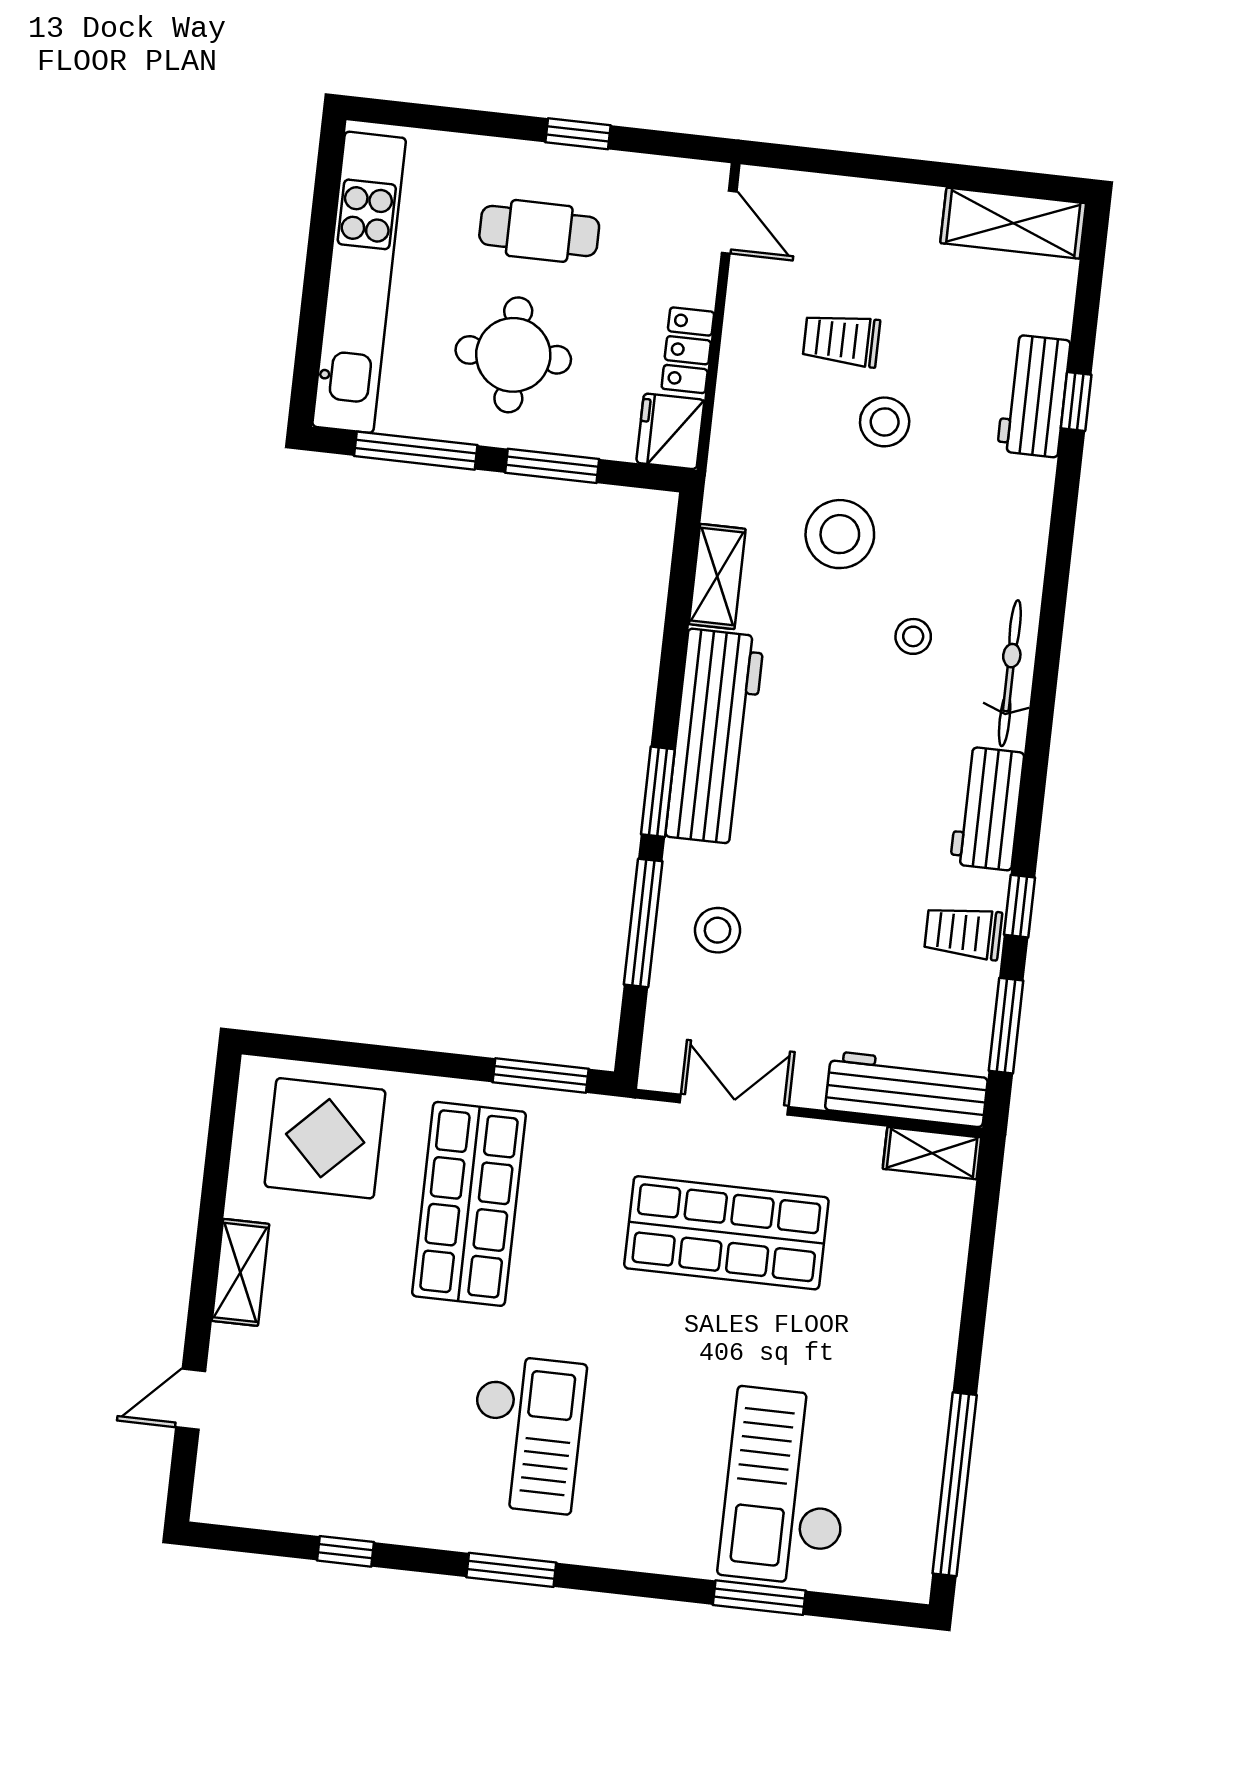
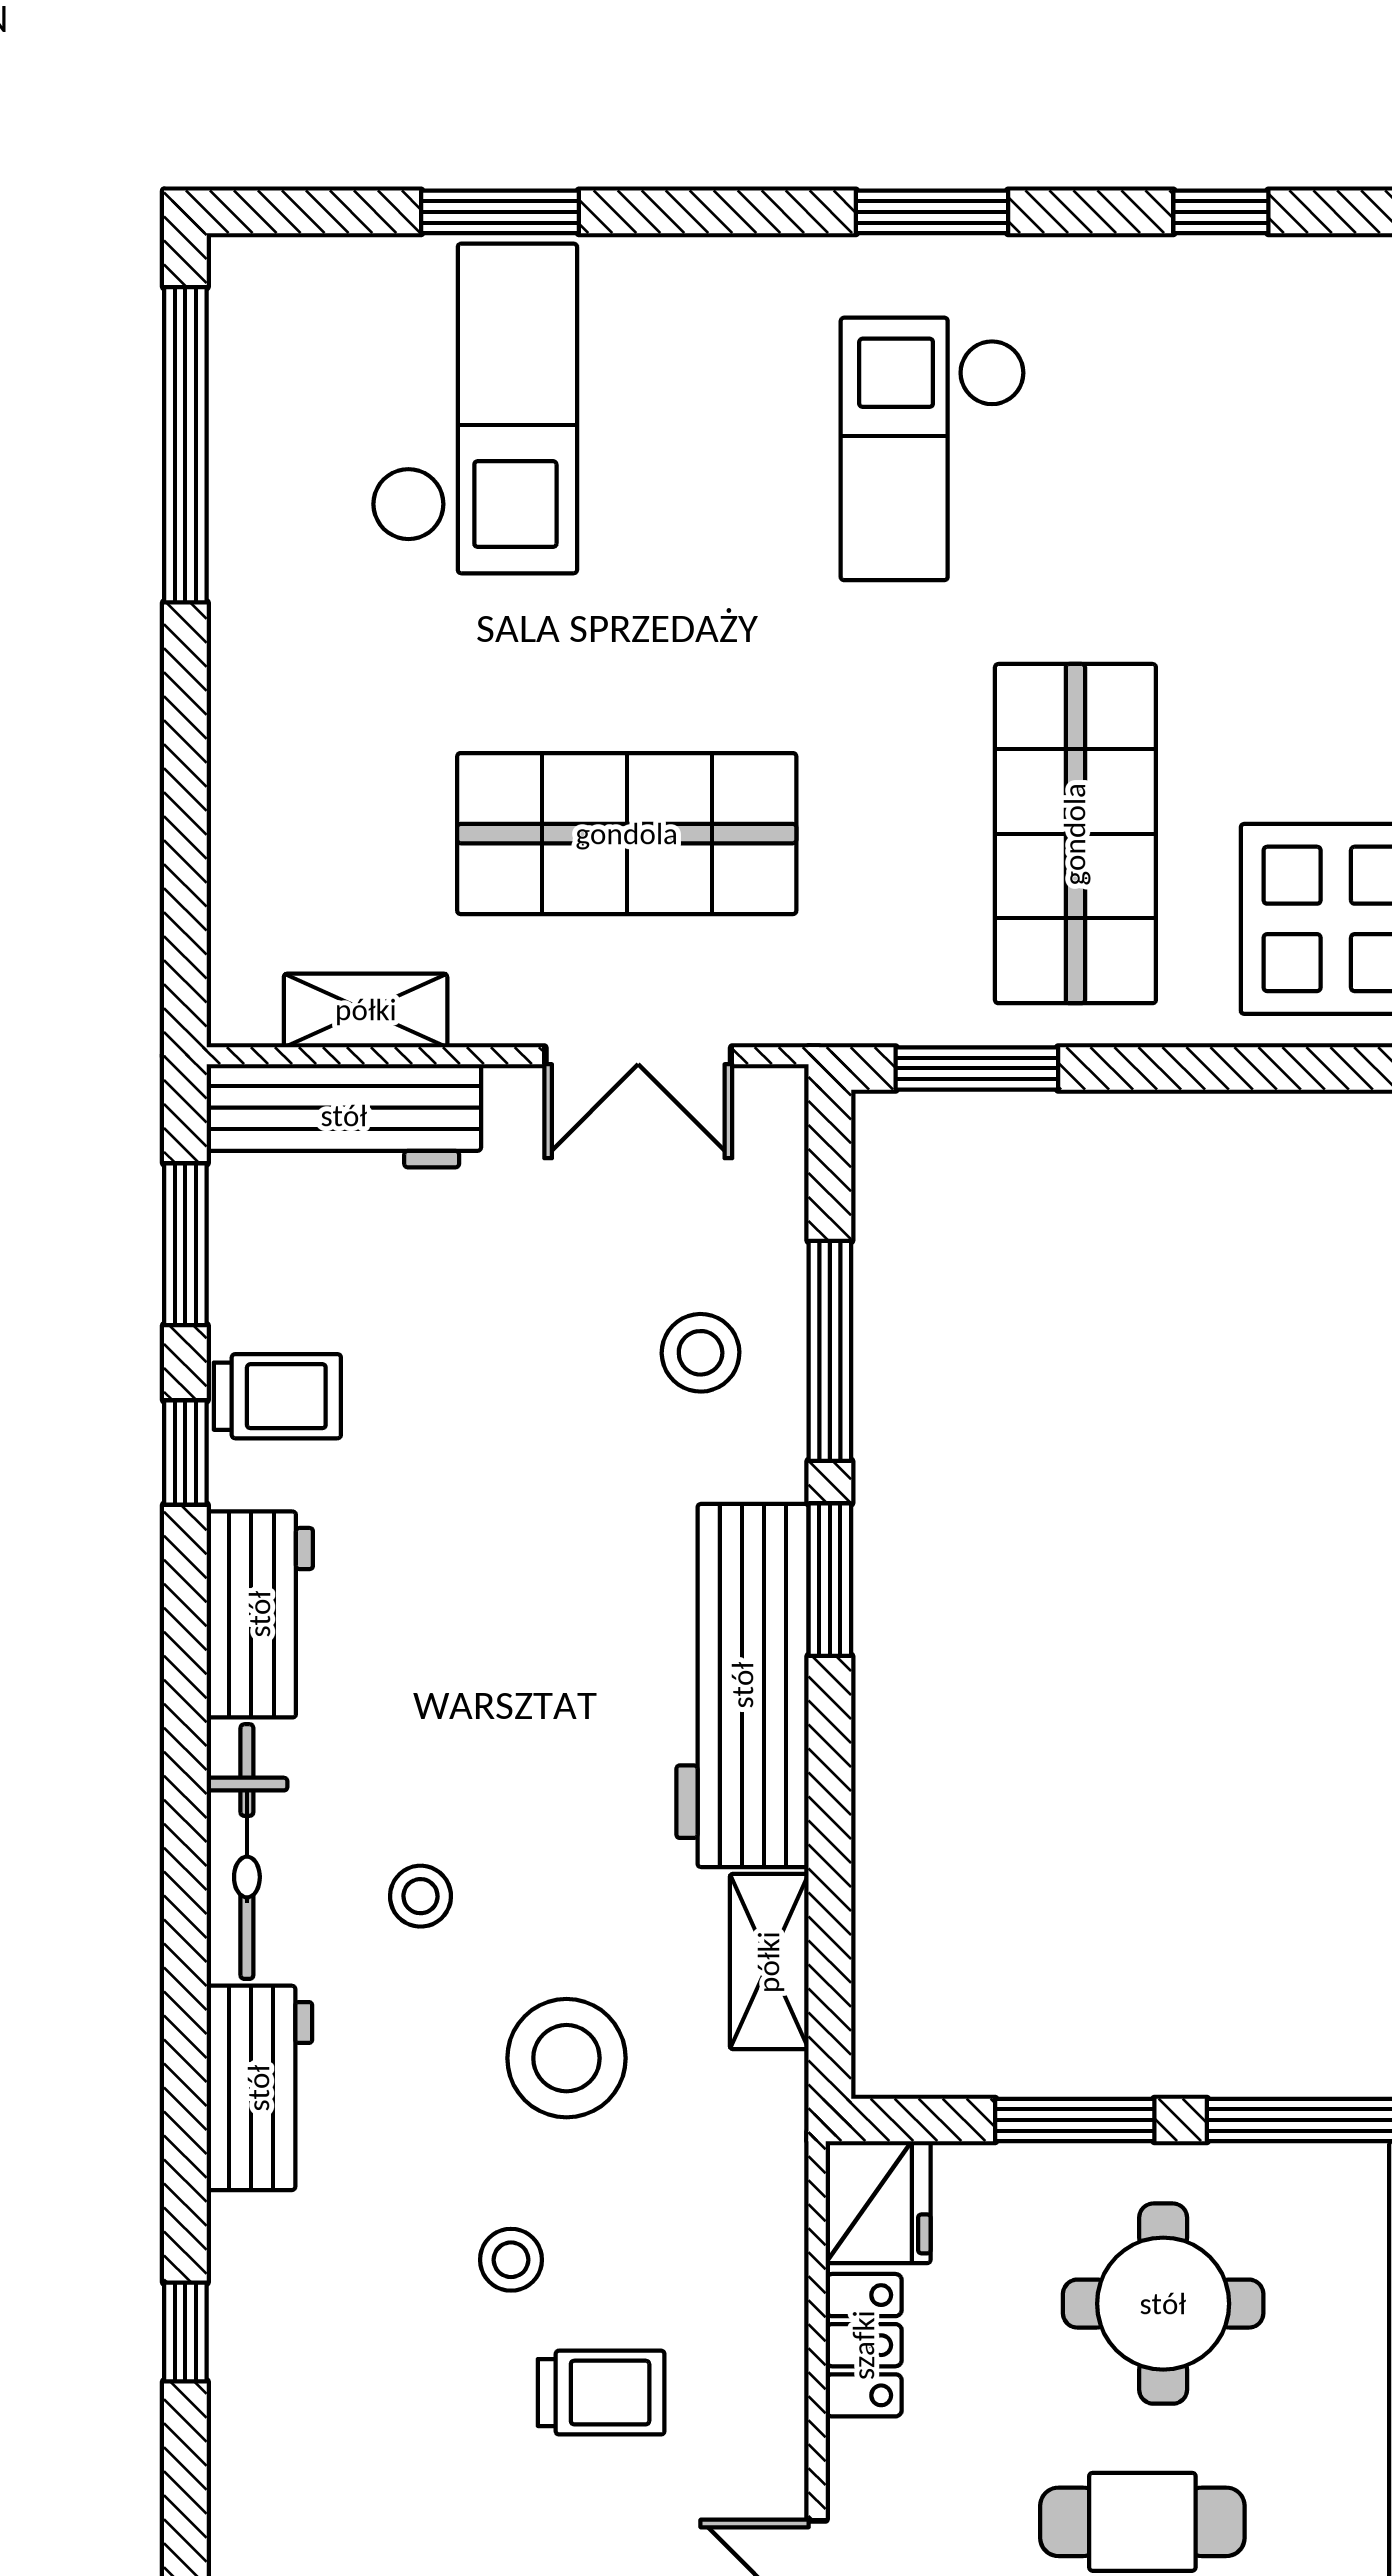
workbench: (1034, 396) -> (259, 2088), moved
stool: (885, 422) -> (511, 2260), width x0.73, depth x0.73
shelving: (932, 1153) -> (366, 1010), moved

